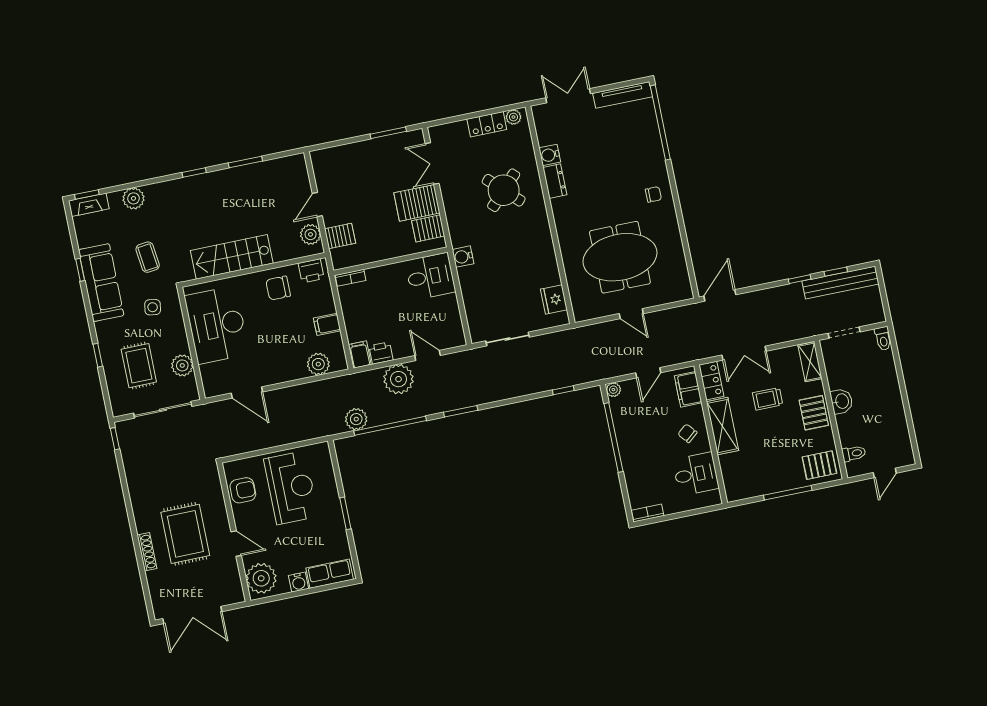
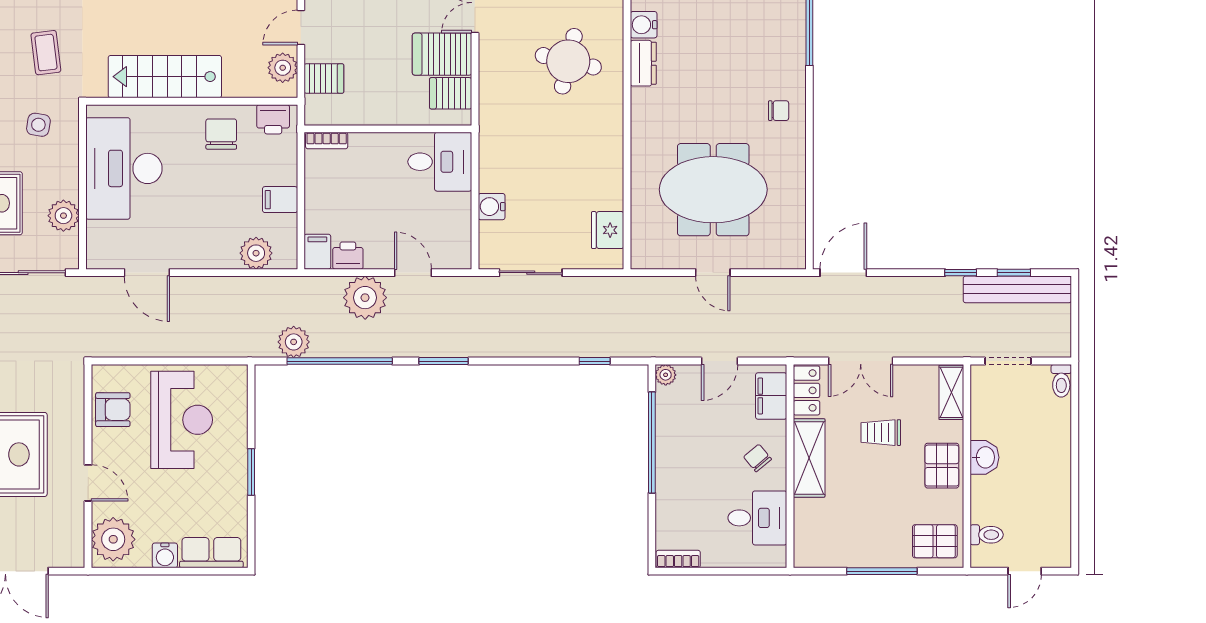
round table: (504, 190) -> (568, 61), turned -31
water cooler: (463, 257) -> (492, 207), moved
chair: (278, 288) -> (221, 134), turned 90

